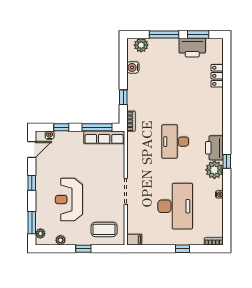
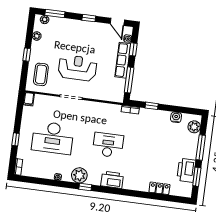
row of seats: (104, 137) -> (123, 60), moved
printer: (214, 148) -> (112, 180), moved
reception desk: (69, 200) -> (77, 68), moved

